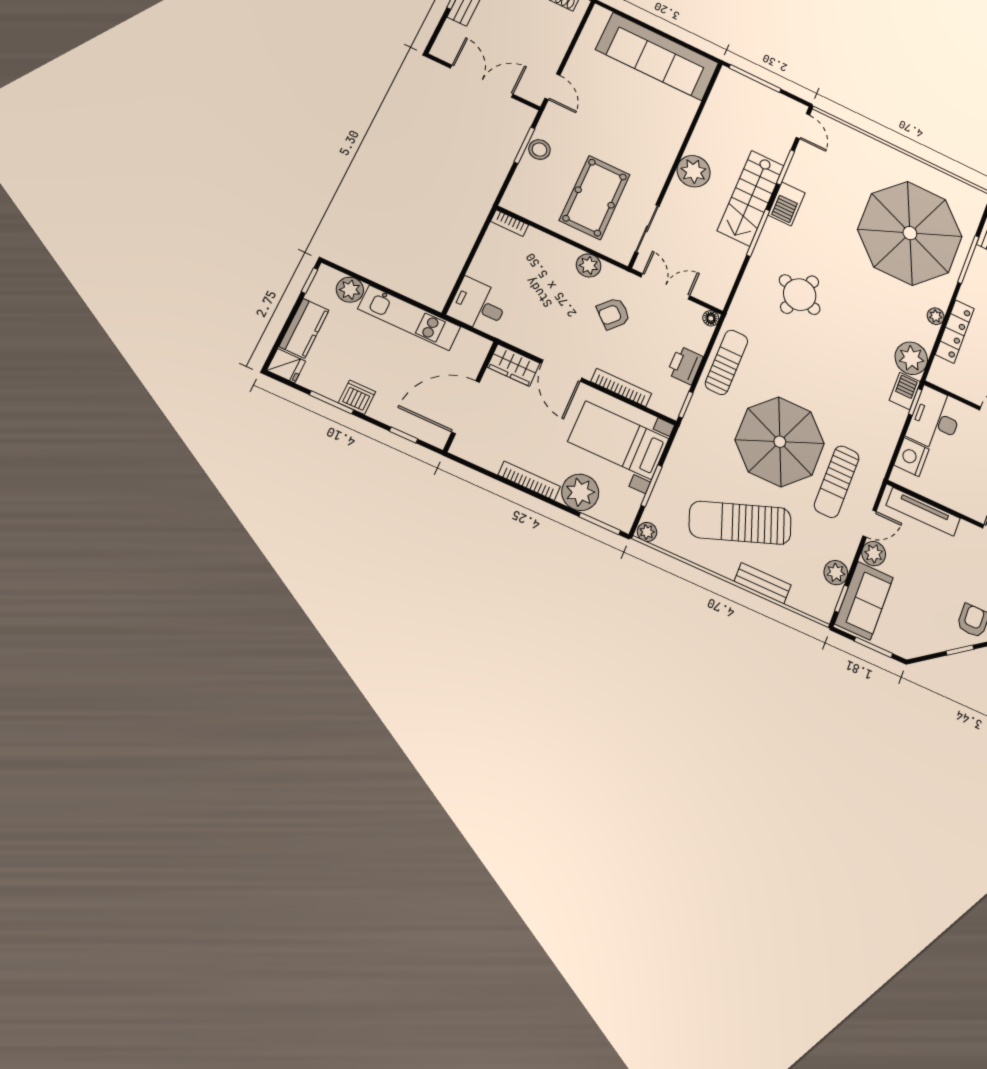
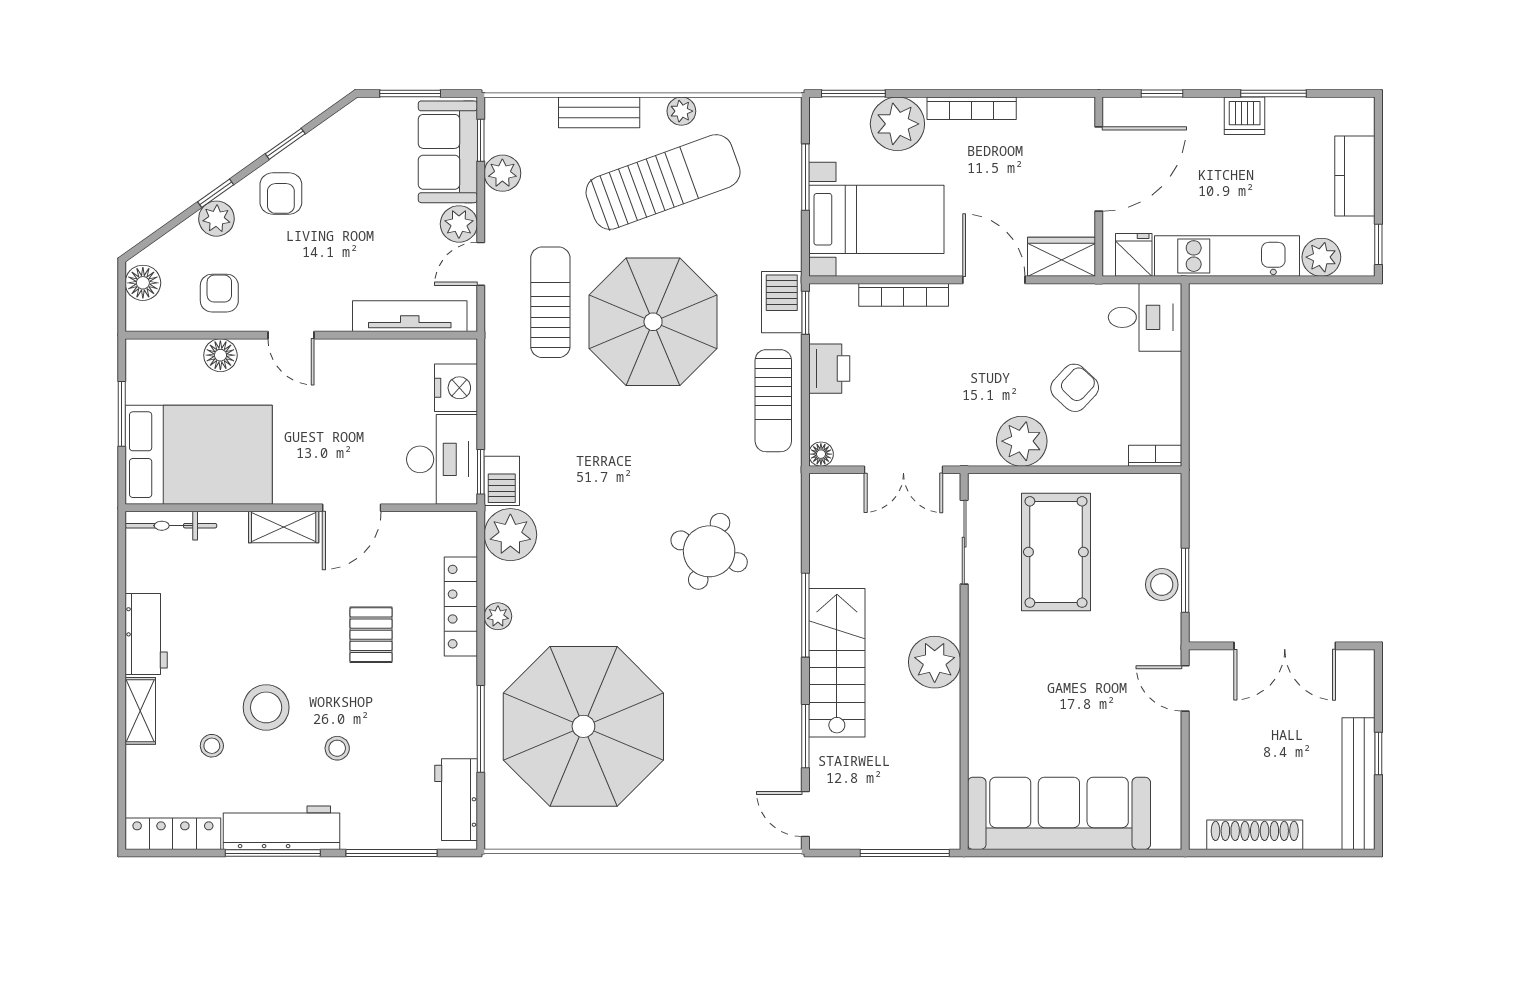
barbecue: (787, 204) -> (782, 302), moved
plant: (589, 265) -> (1022, 441), width x1.36, depth x1.36
armchair: (613, 314) -> (1075, 388), moved
fridge: (286, 366) -> (1134, 255), moved, turned 90
plant: (647, 532) -> (681, 111), moved

